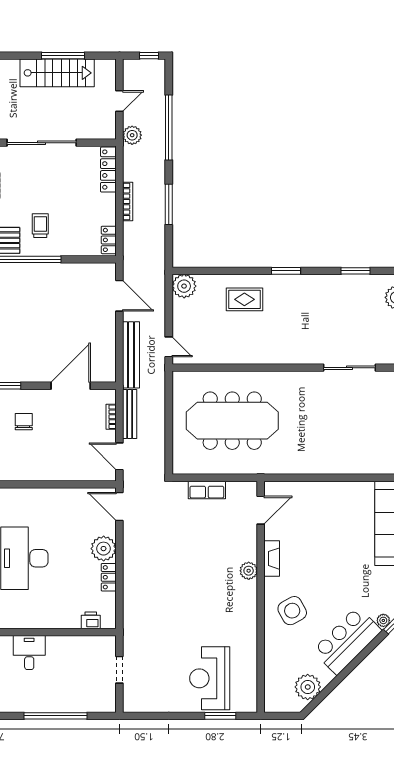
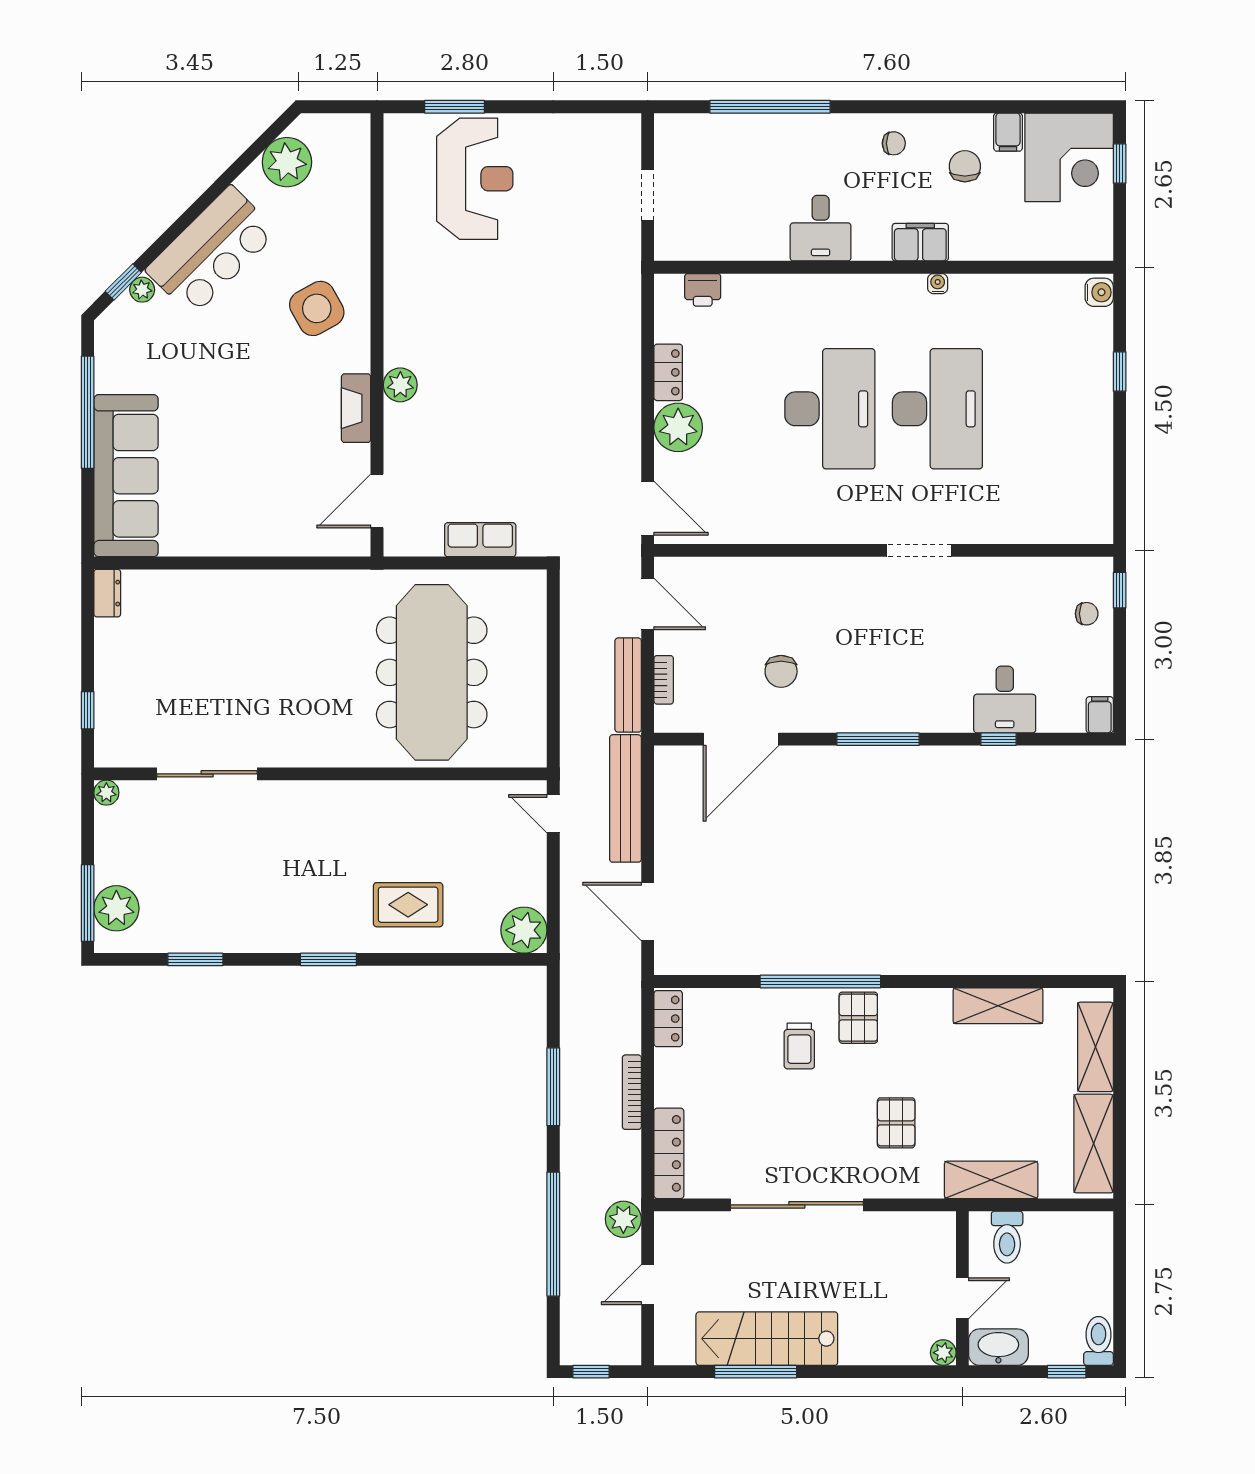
meeting table: (232, 421) -> (432, 672), turned 90
chair: (24, 422) -> (781, 671), moved

